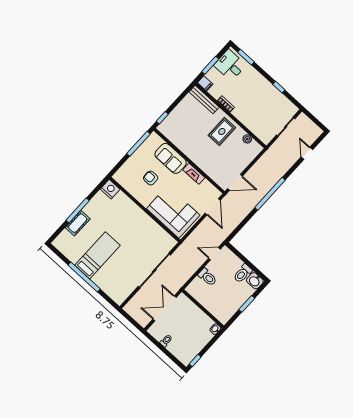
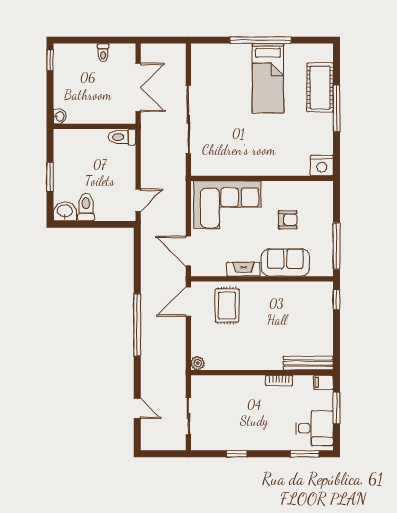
rug: (222, 132) -> (227, 306), moved
plant: (247, 139) -> (198, 363), moved
cot: (78, 223) -> (320, 87), width x1.37, depth x1.34
toilet: (207, 277) -> (122, 137), moved

